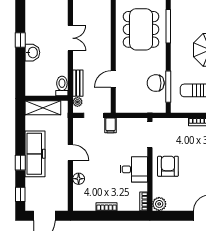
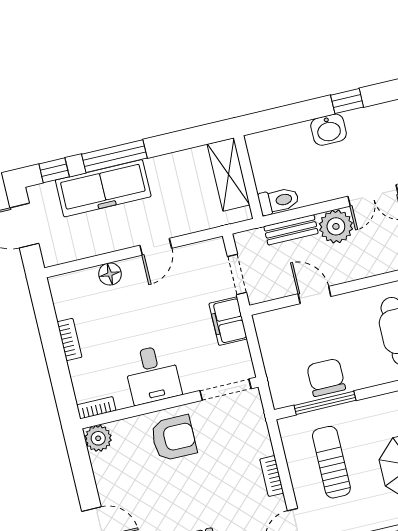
plant: (77, 102) -> (336, 226), moved, width x1.88, depth x1.88
filing cabinet: (110, 125) -> (228, 321), width x2.00
freezer: (35, 154) -> (103, 188), moved
window: (20, 163) -> (114, 156), width x2.17

